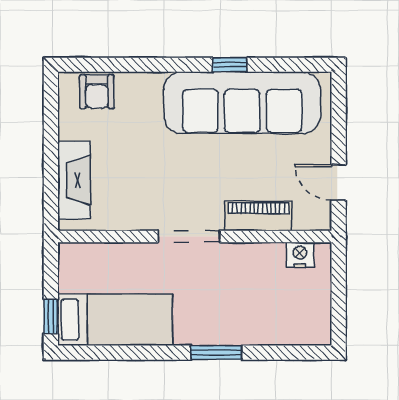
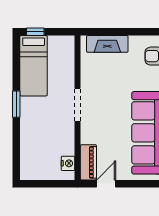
piano: (258, 216) -> (88, 162), moved
window: (216, 353) -> (16, 104), moved

